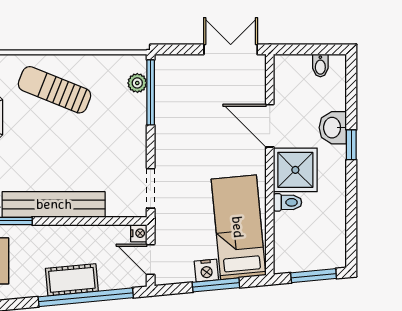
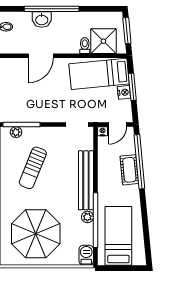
sun lounger: (55, 90) -> (33, 168), moved
window: (351, 145) -> (52, 9), width x3.17
shower: (295, 170) -> (103, 41), moved

